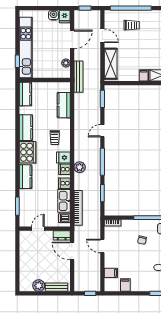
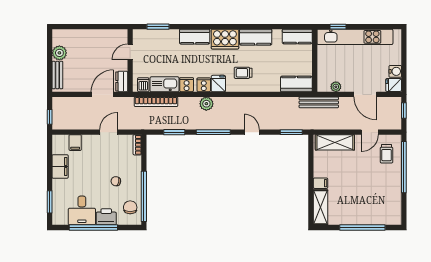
trolley: (132, 25) -> (387, 154), moved
kitchen counter: (64, 105) -> (296, 84), moved
door: (38, 229) -> (130, 52), swing flipped
filing cabinet: (125, 285) -> (60, 166), width x2.00

